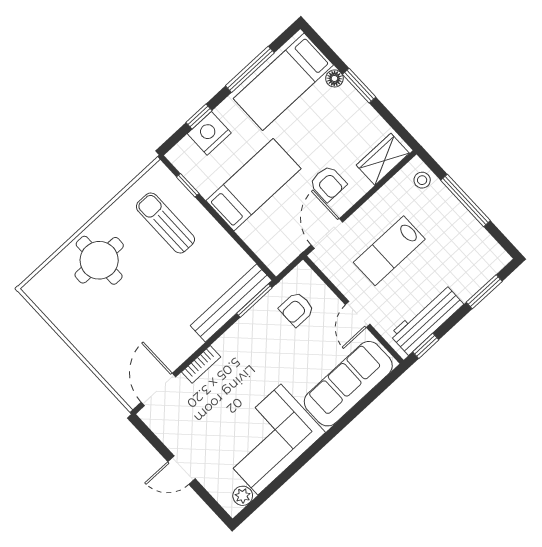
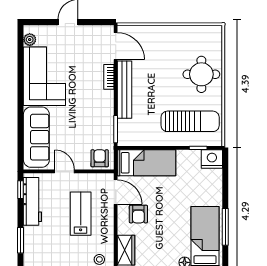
window: (199, 117) -> (225, 183), removed
nightstand: (209, 133) -> (212, 159), moved, turned -90
armchair: (328, 183) -> (138, 214), turned -90
bed: (253, 185) -> (146, 163), moved, turned -90
sun lounger: (165, 223) -> (190, 121), width x1.36, depth x1.34
bench: (231, 303) -> (124, 90), moved
armchair: (297, 309) -> (100, 158), moved

